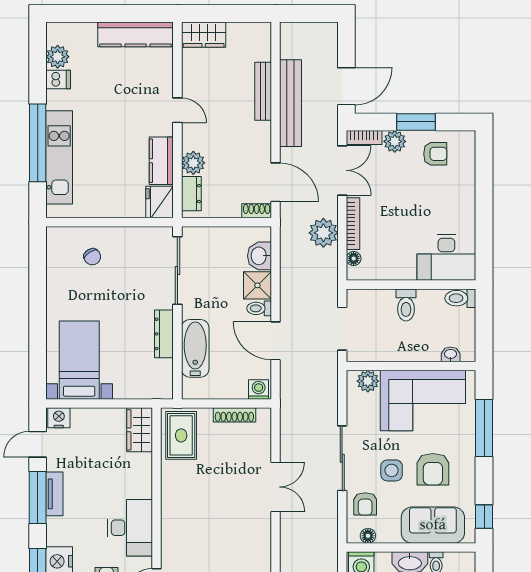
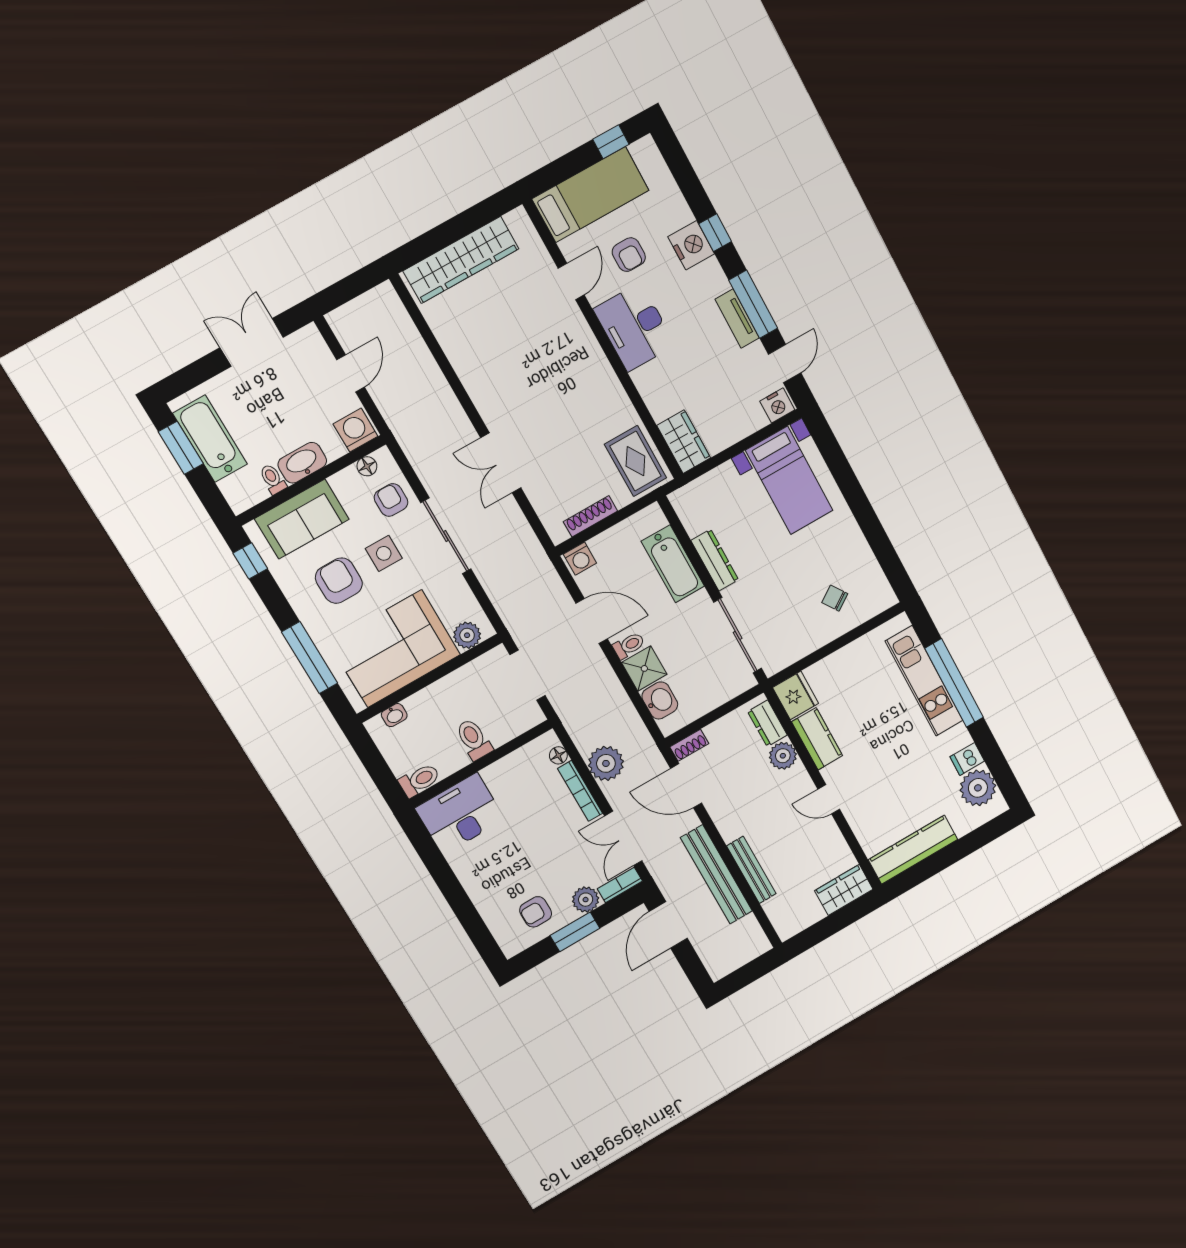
plant: (58, 57) -> (978, 788), width x1.36, depth x1.36

